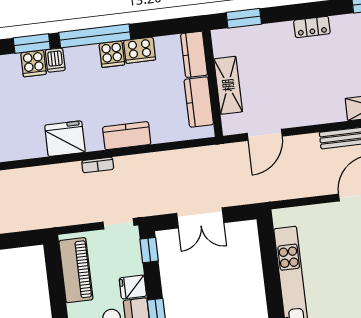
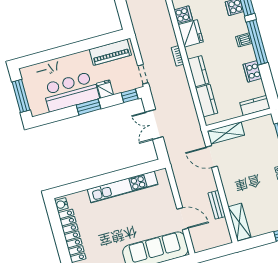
cooker: (112, 54) -> (183, 15), moved, turned 180
dishwasher: (55, 60) -> (244, 40), moved
shelving: (228, 85) -> (226, 133), moved
kitchen counter: (199, 102) -> (207, 101), moved, turned 90

